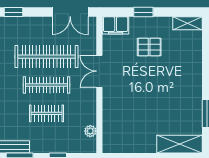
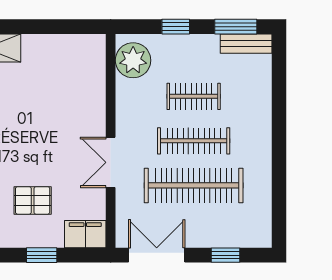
window: (13, 12) -> (225, 255), moved
double door: (99, 71) -> (111, 162), swing flipped
plant: (90, 131) -> (133, 60), width x1.87, depth x1.87

